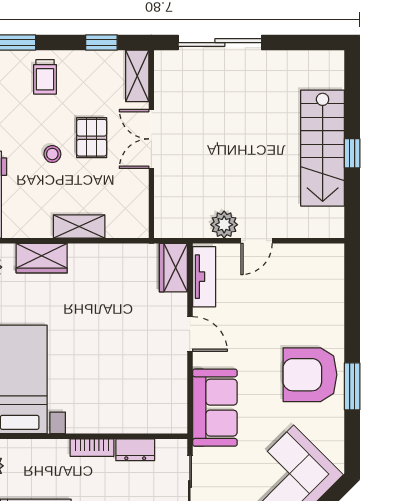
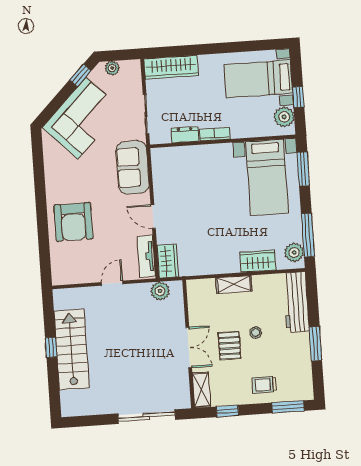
trolley: (45, 77) -> (264, 385), turned -90
plant: (224, 225) -> (160, 291), moved
armchair: (310, 375) -> (73, 222), moved, turned 90
window: (352, 386) -> (40, 188), removed

